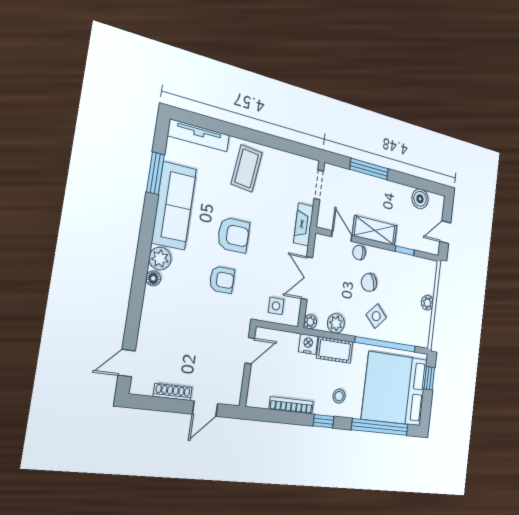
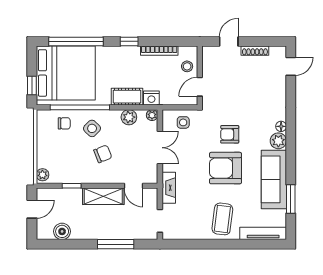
armchair: (233, 235) -> (225, 168), width x1.36, depth x1.36
chair: (359, 253) -> (64, 123), moved
plant: (427, 303) -> (42, 175), moved
stool: (339, 396) -> (187, 66), moved

